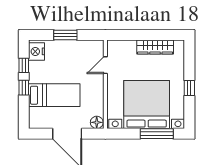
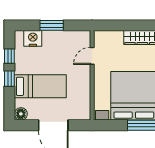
nightstand: (37, 51) -> (33, 38), moved, turned 90
floor lamp: (97, 122) -> (21, 114), moved

